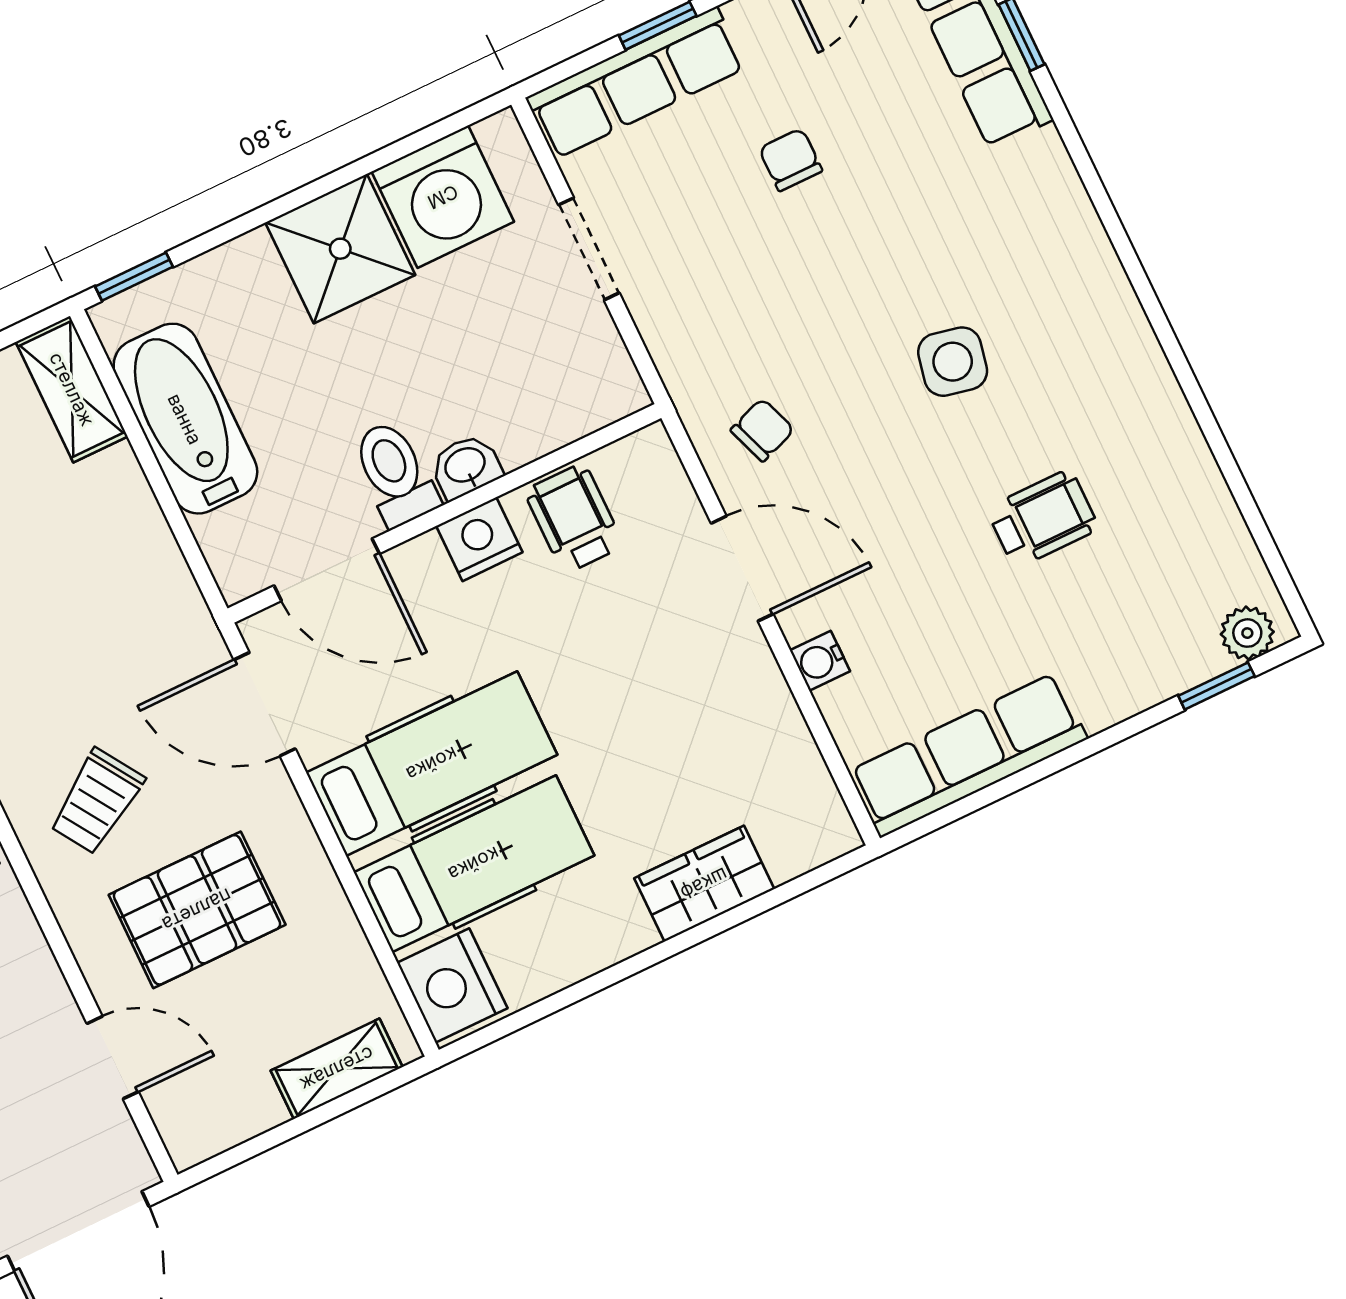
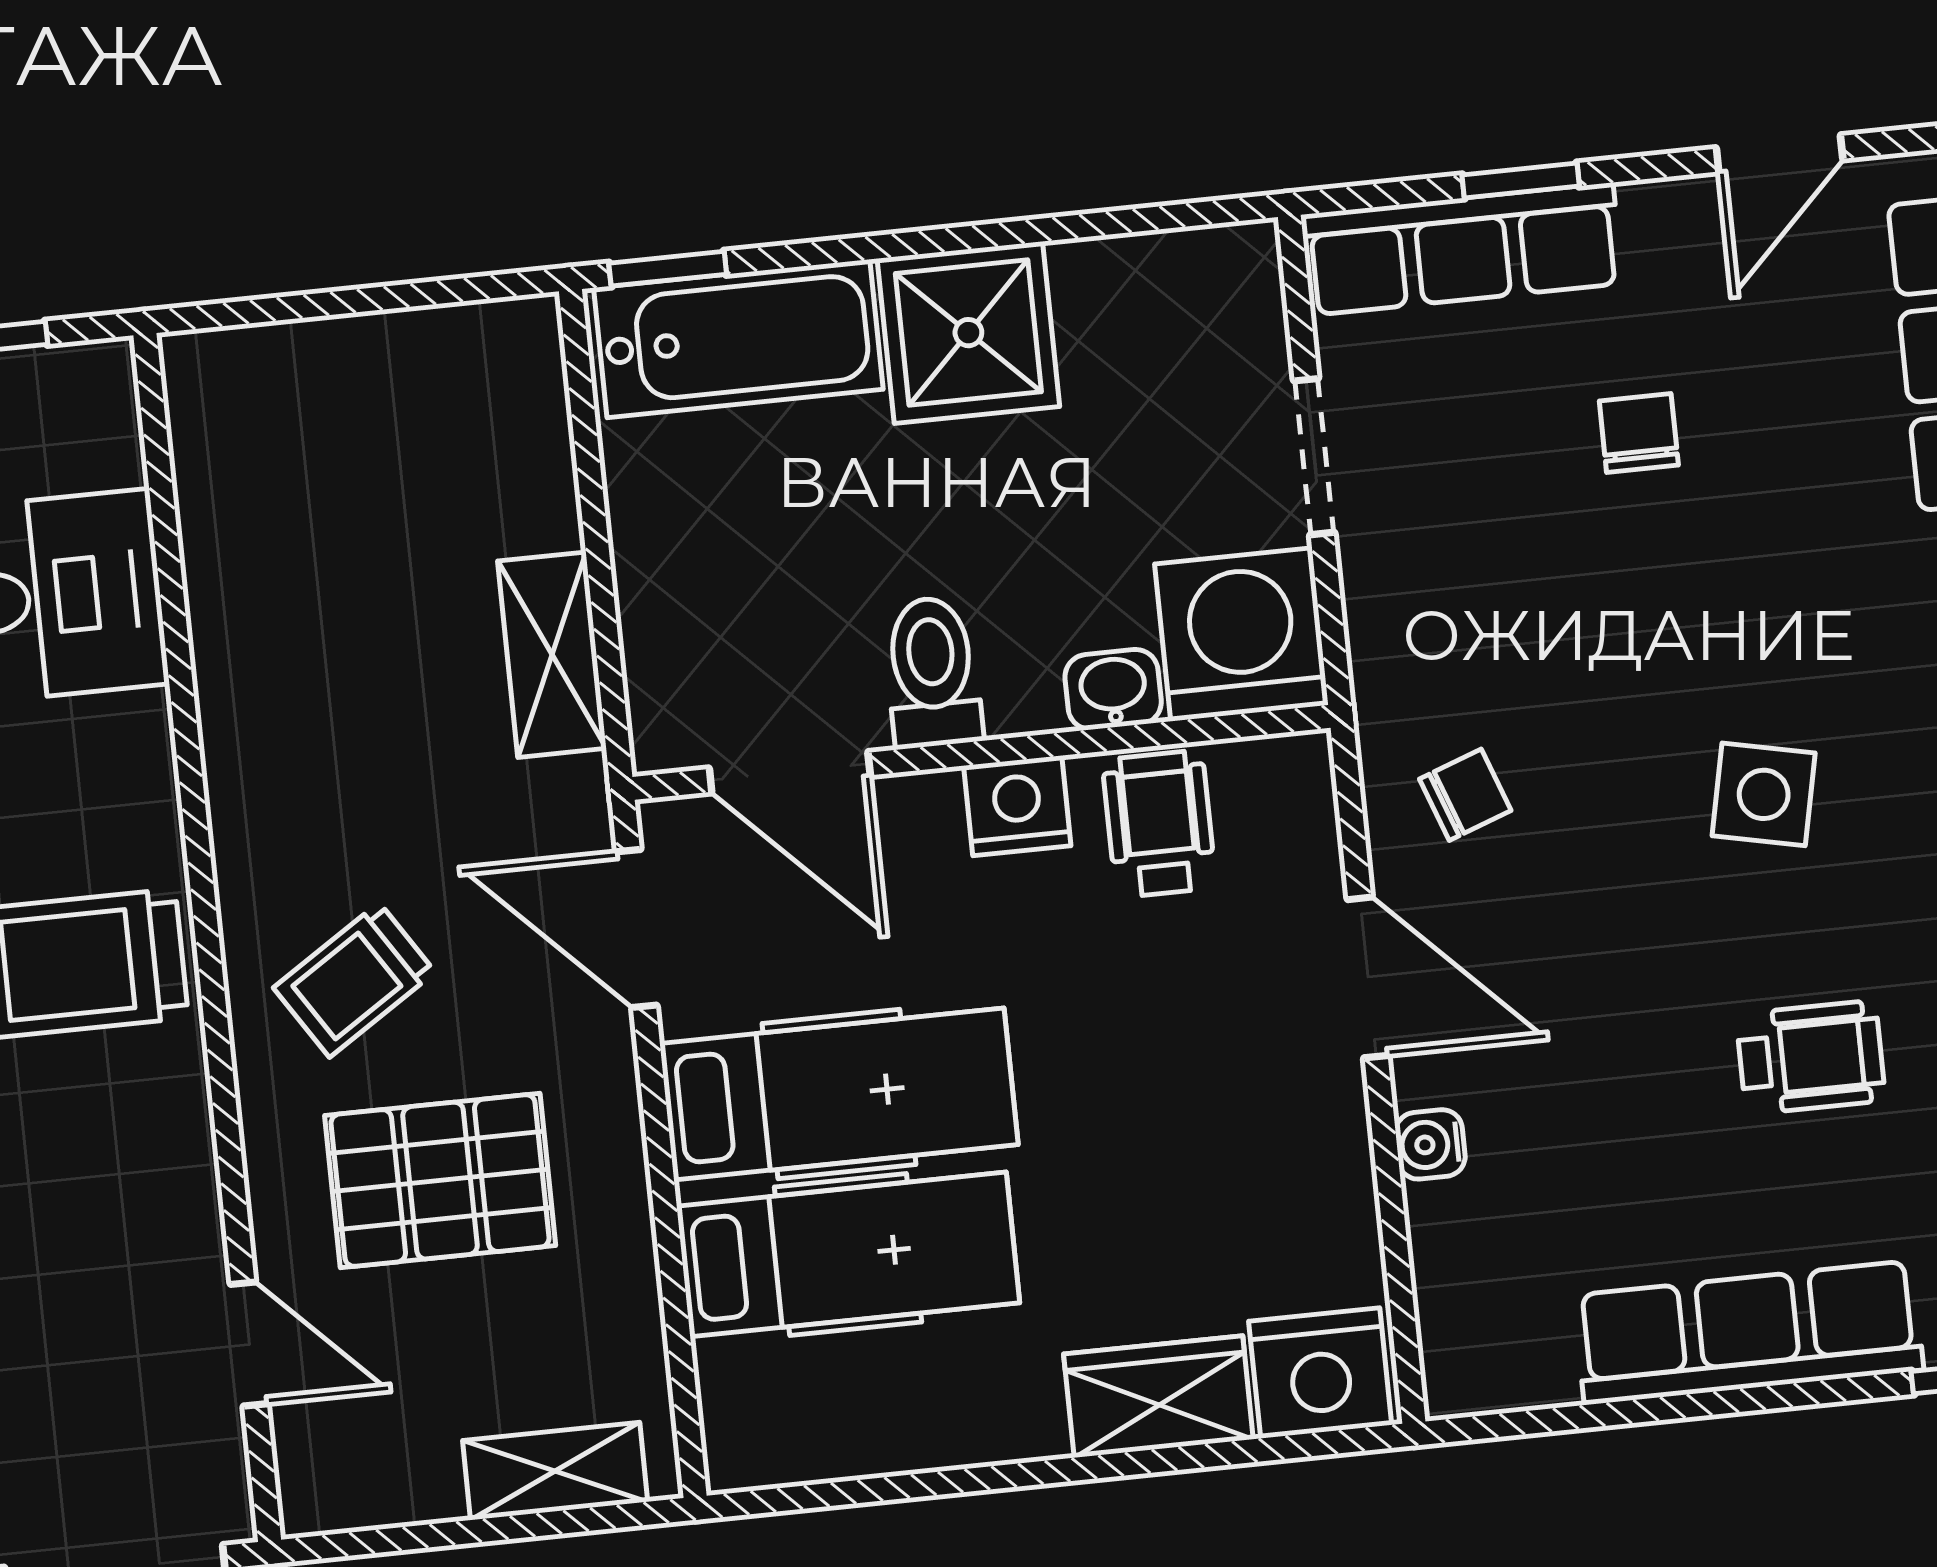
washing machine: (443, 197) -> (1241, 635), moved, turned 180
shelving: (72, 389) -> (552, 655), moved
bathtub: (185, 419) -> (738, 339), moved, turned 90
washbasin: (466, 466) -> (1113, 689), moved
row of seats: (968, 755) -> (1748, 1333), moved
nightstand: (452, 985) -> (1320, 1373), moved, turned -90

